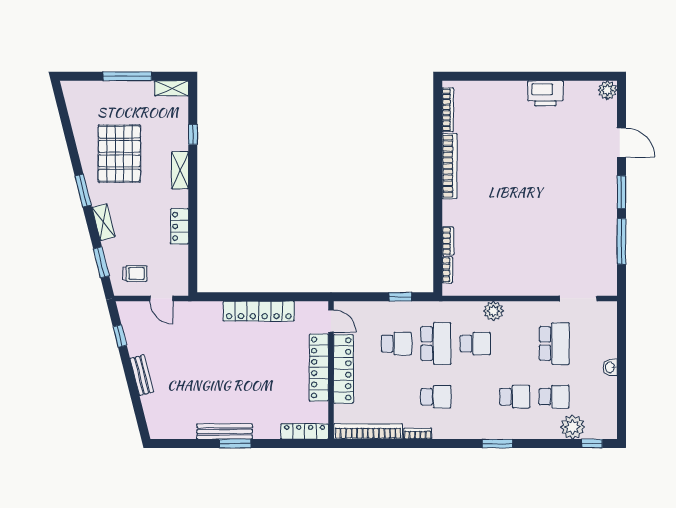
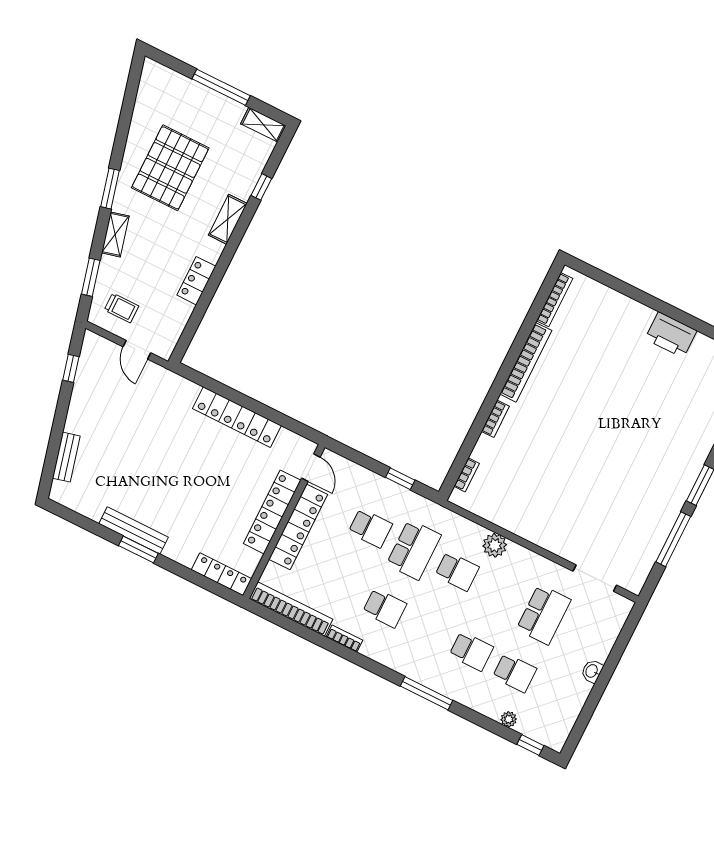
bookcase: (448, 241) -> (495, 419), moved
bench: (142, 375) -> (66, 457), moved
plant: (573, 427) -> (509, 719), width x0.53, depth x0.53
window: (497, 444) -> (427, 693), width x1.44

